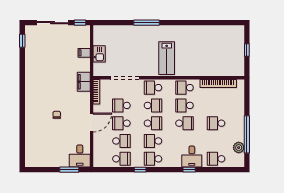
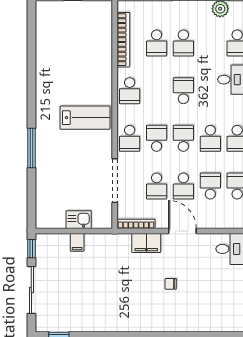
filing cabinet: (84, 82) -> (146, 243), moved
school desk: (184, 105) -> (157, 43), moved

